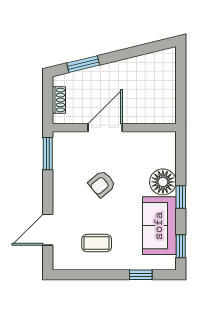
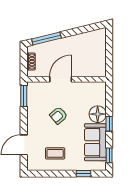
window: (83, 64) -> (46, 38), width x1.44

